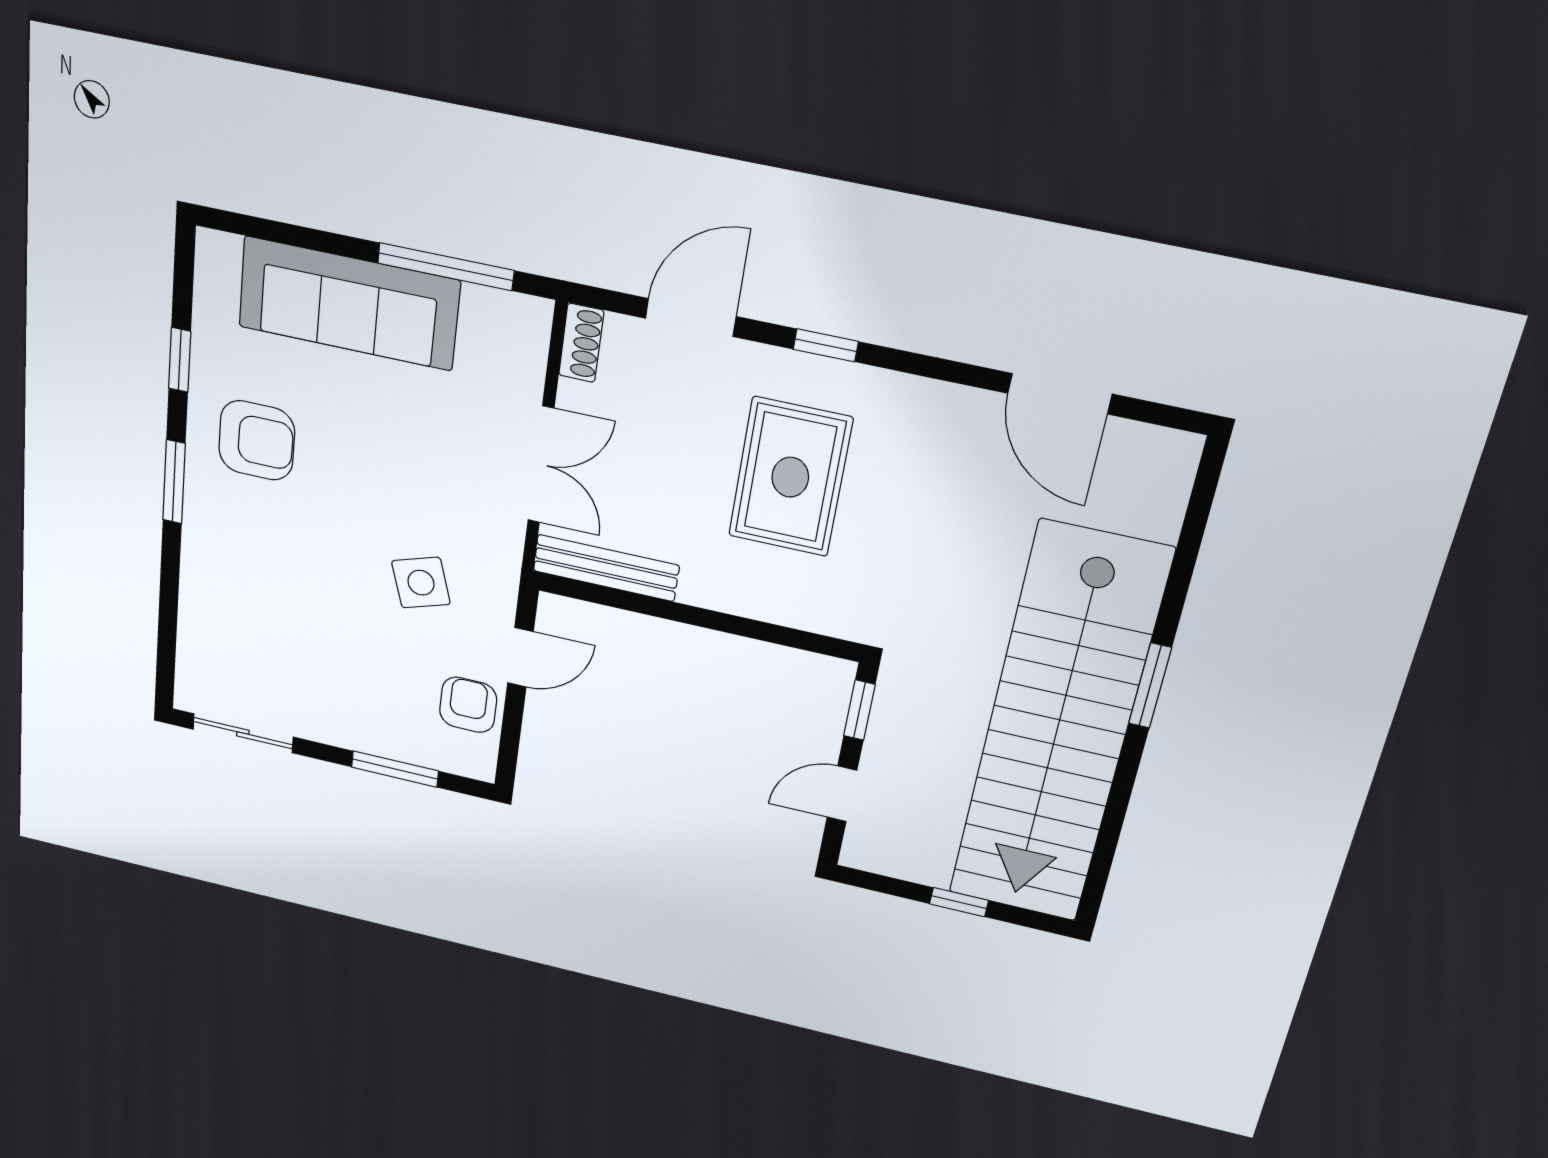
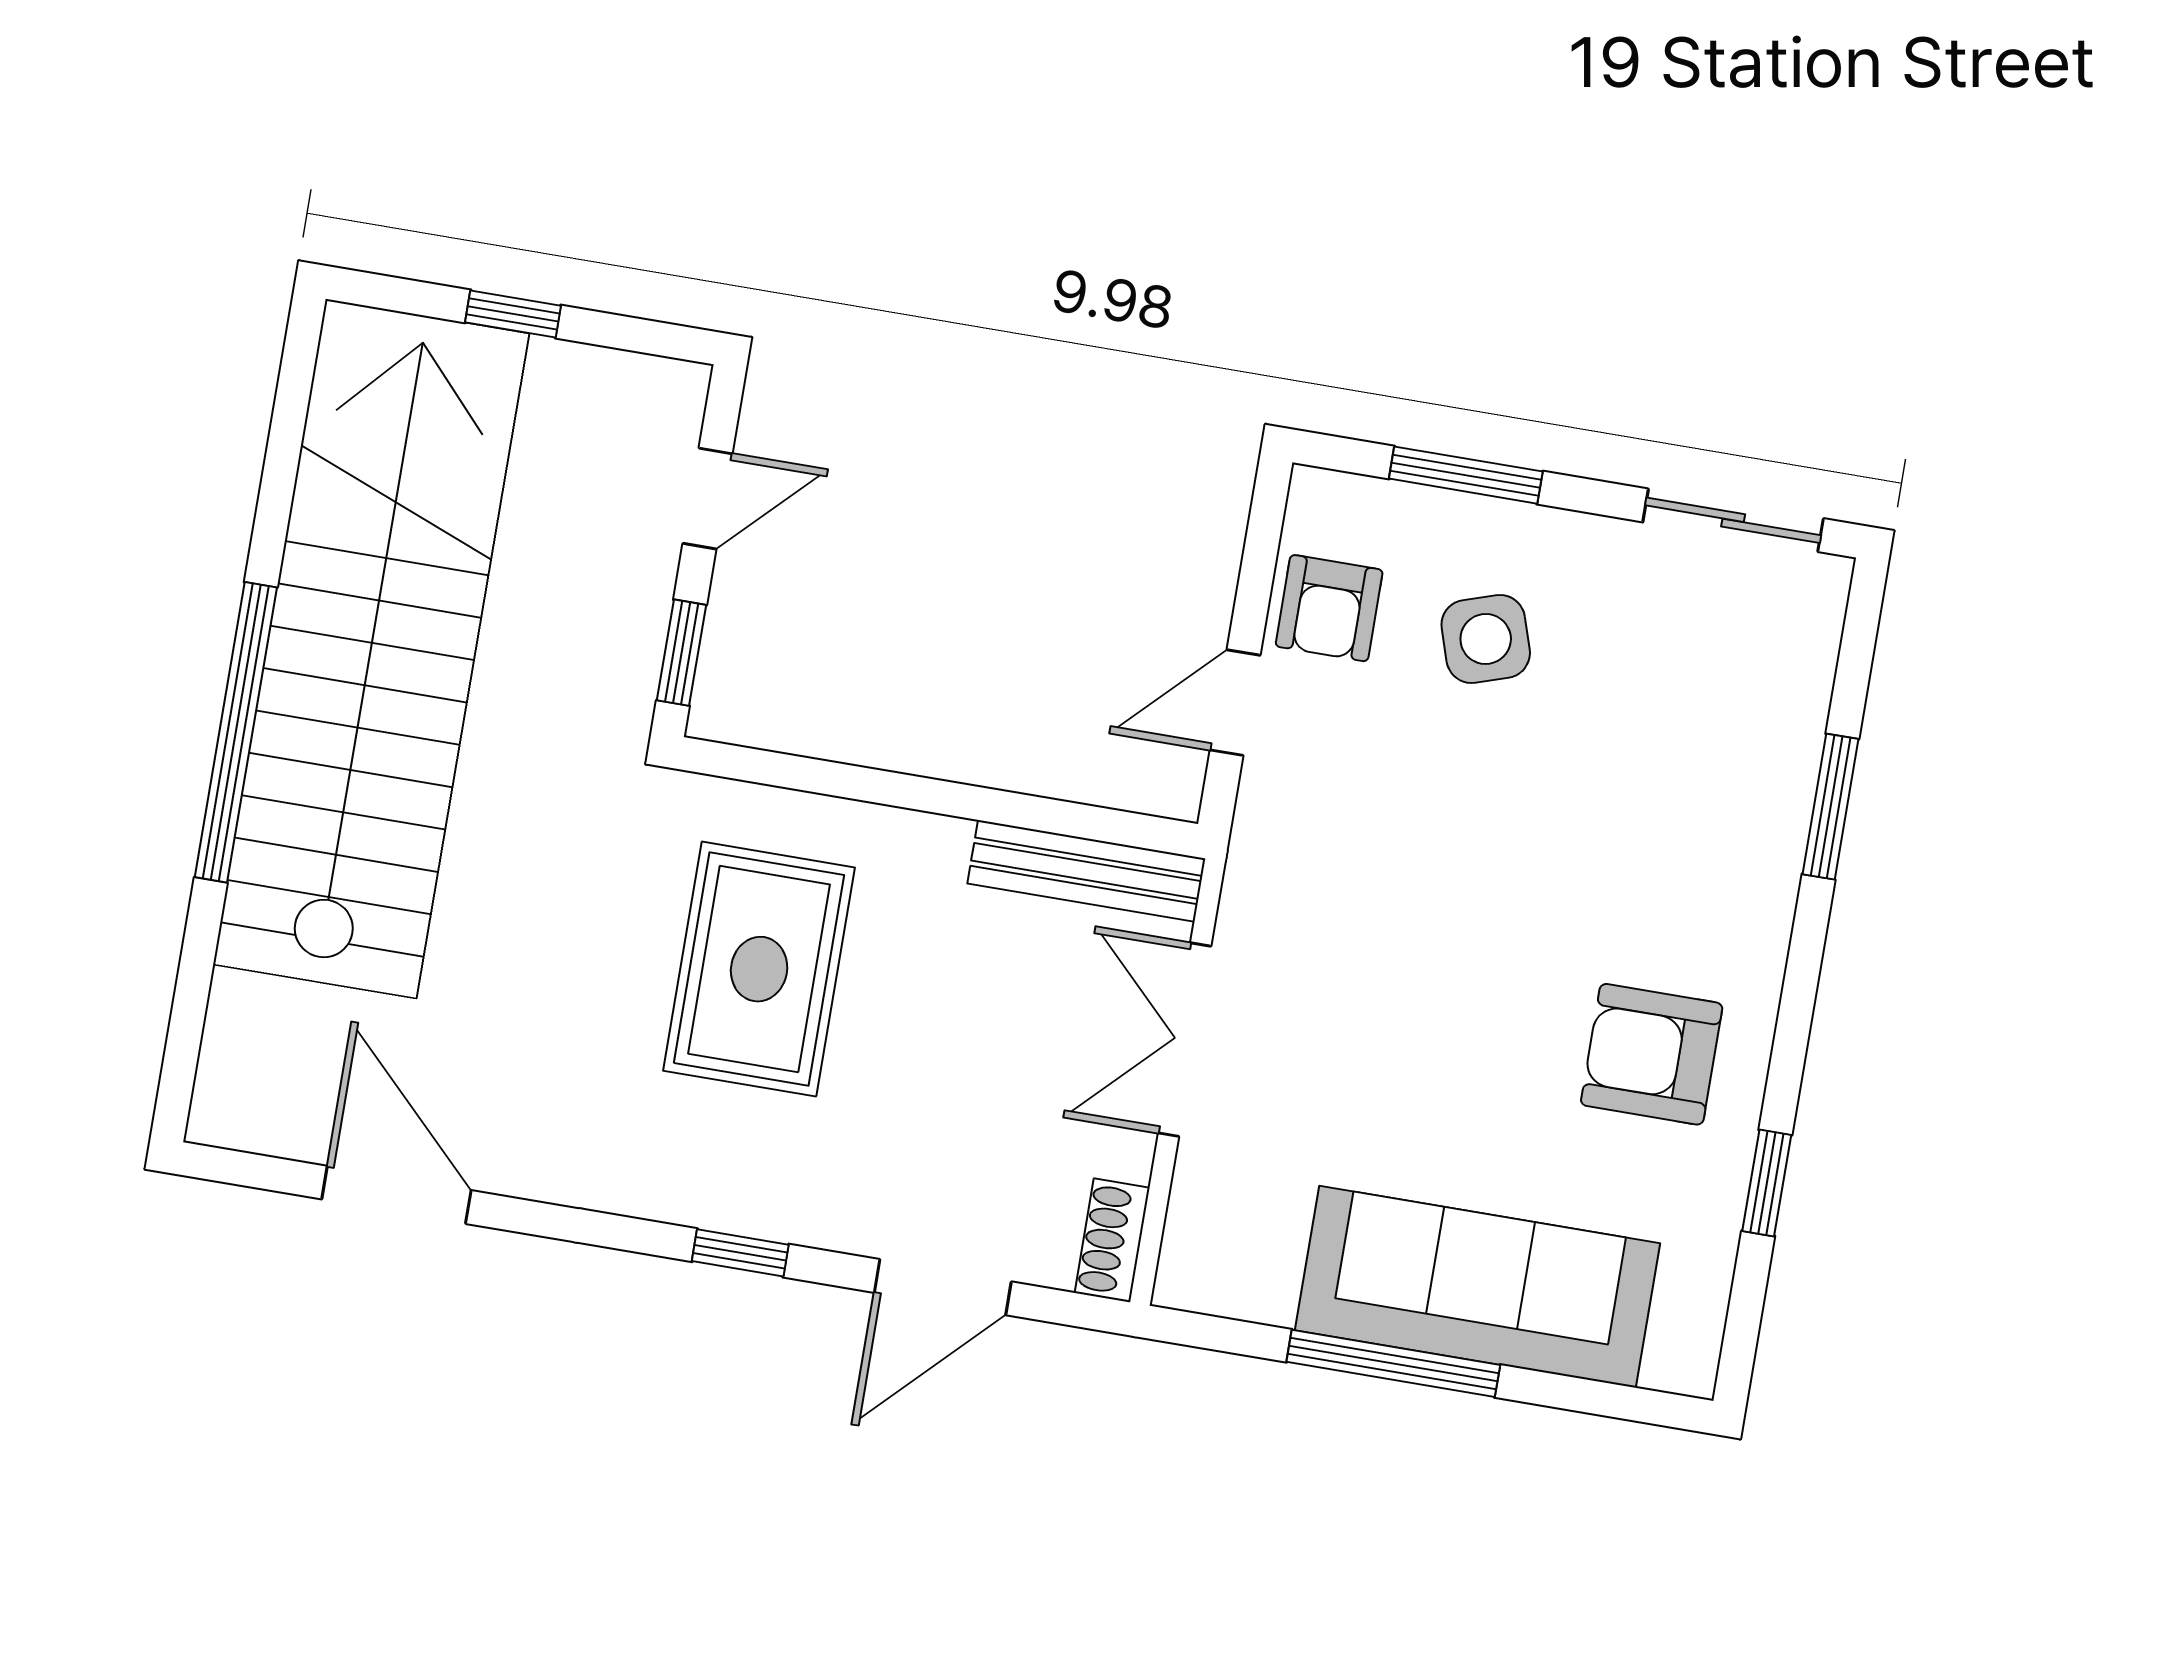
window: (446, 267) -> (1393, 1363), moved
rug: (790, 477) -> (759, 969), moved
window: (174, 482) -> (1830, 807), moved
side table: (421, 583) -> (1486, 639), moved
window: (1150, 686) -> (236, 732), width x2.11

